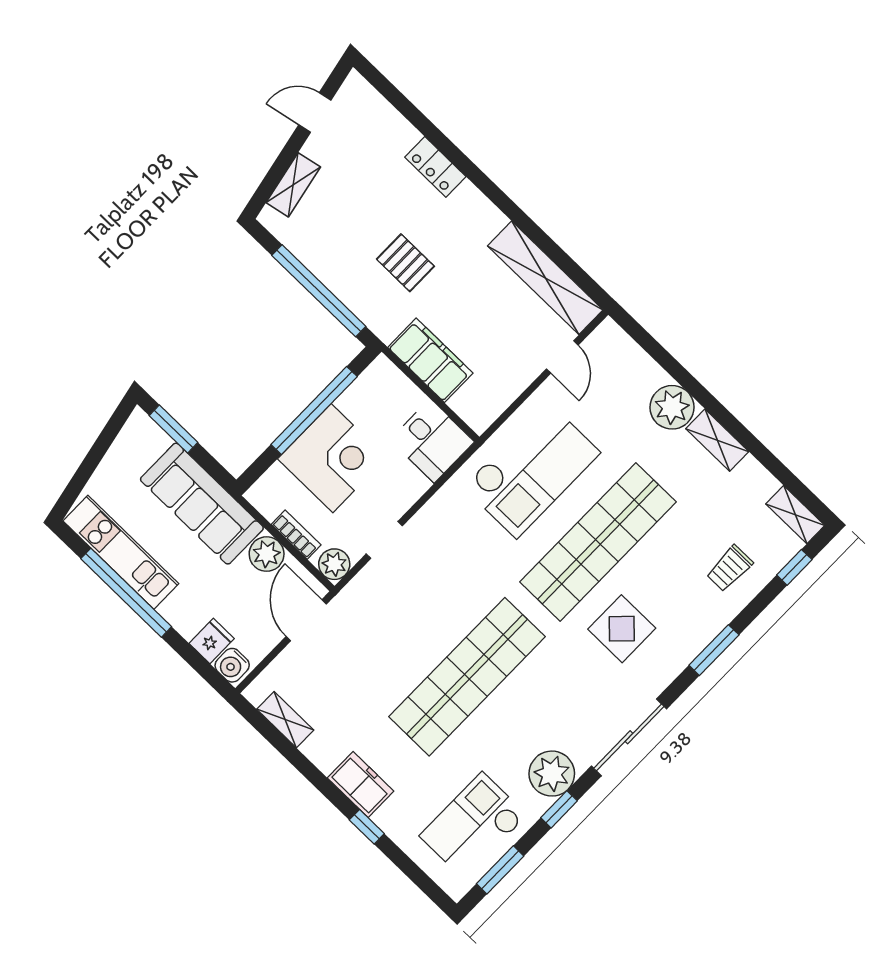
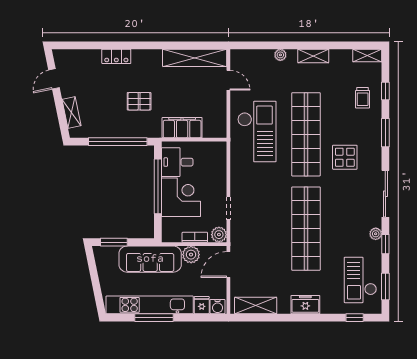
plant: (672, 407) -> (280, 55), width x0.53, depth x0.53
desk: (432, 441) -> (177, 162), moved, turned 180
kitchen unit: (121, 552) -> (150, 305), width x1.36
window: (794, 567) -> (385, 91), moved
window: (126, 593) -> (154, 318), width x0.68
door: (306, 620) -> (228, 265), hinge flipped
shelving: (285, 720) -> (256, 306), width x1.50, depth x1.33
plant: (552, 774) -> (376, 234), width x0.53, depth x0.53
window: (367, 827) -> (355, 318), moved

